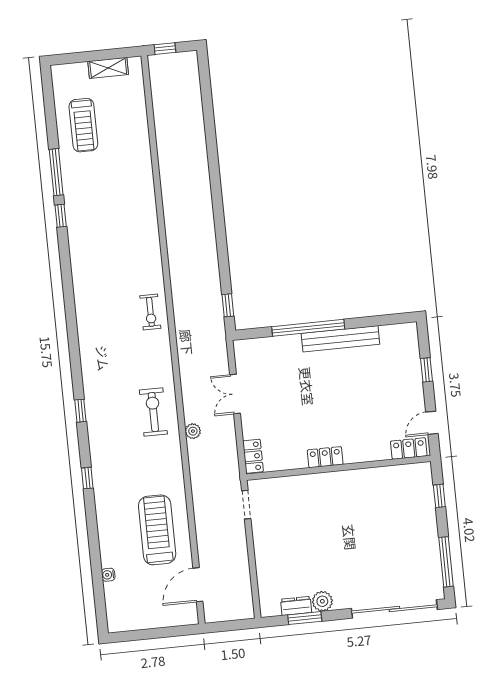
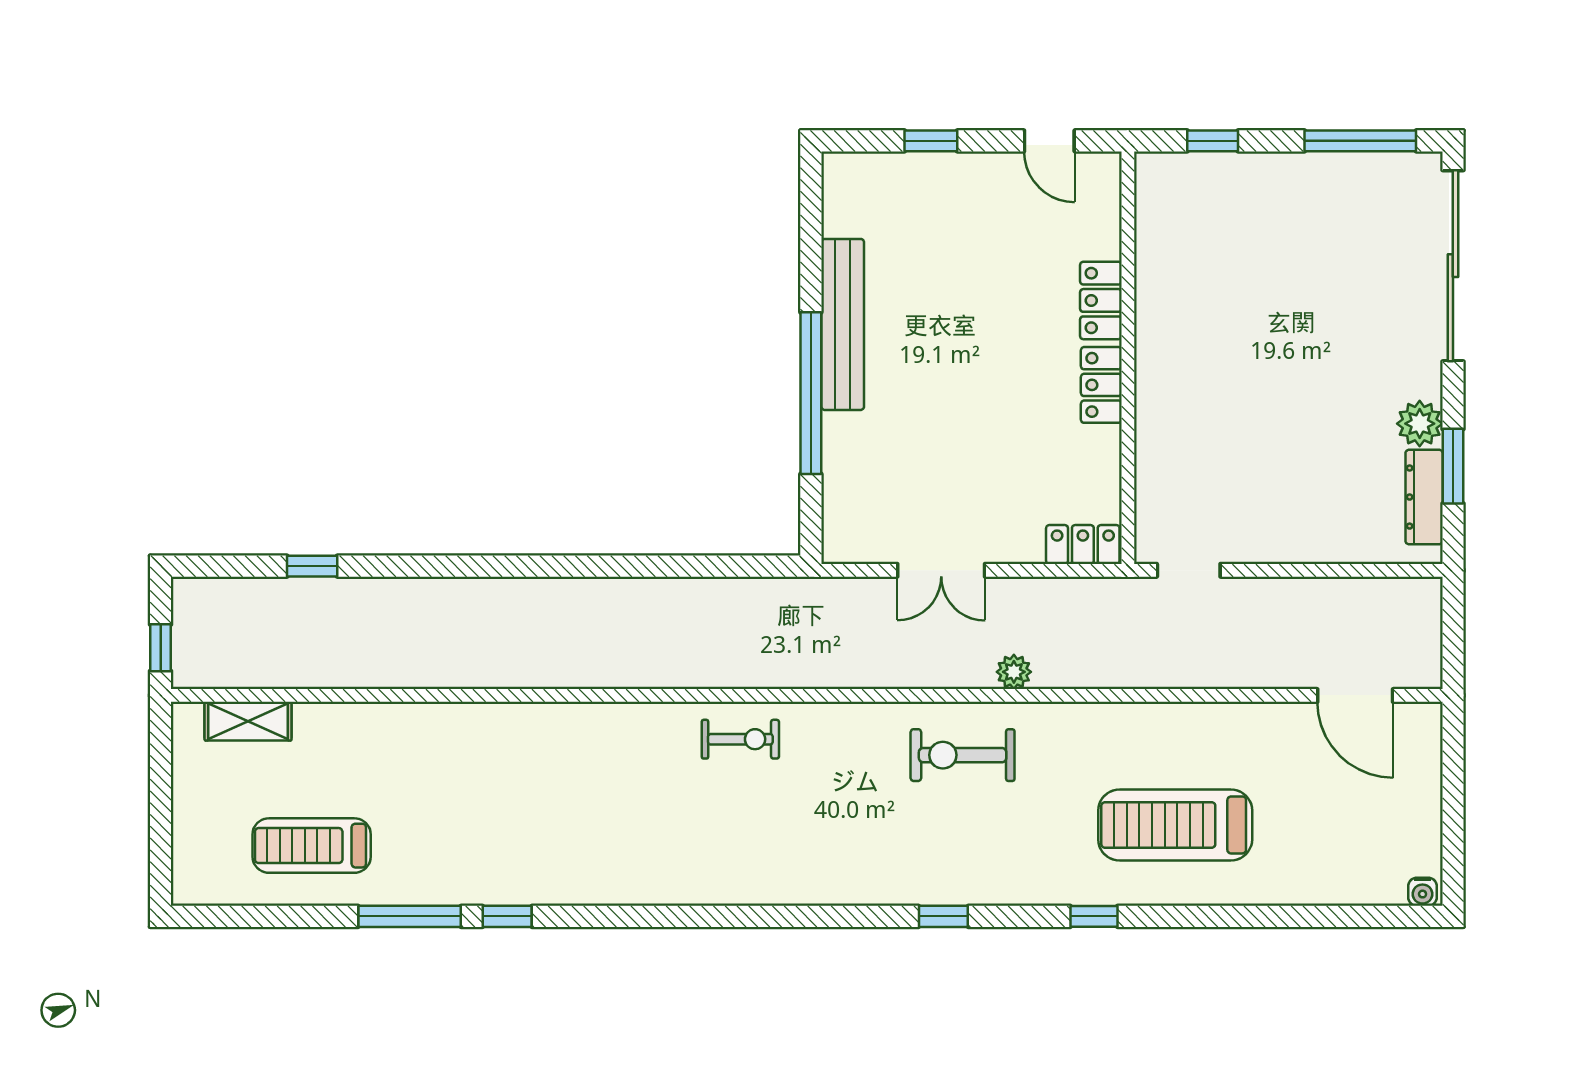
shelving: (108, 68) -> (248, 721), moved, turned 90
treadmill: (83, 125) -> (312, 846), turned 180
window: (228, 305) -> (312, 566), moved
locker: (409, 448) -> (1101, 300), moved
treadmill: (157, 530) -> (1175, 825), moved
water cooler: (108, 575) -> (1423, 892), moved
dresser: (296, 606) -> (1424, 497), width x1.44

